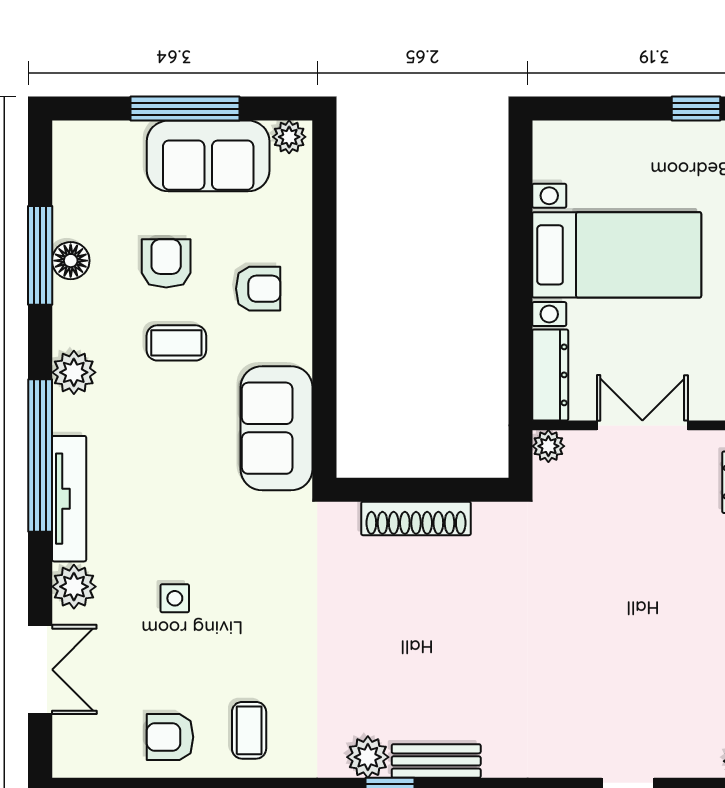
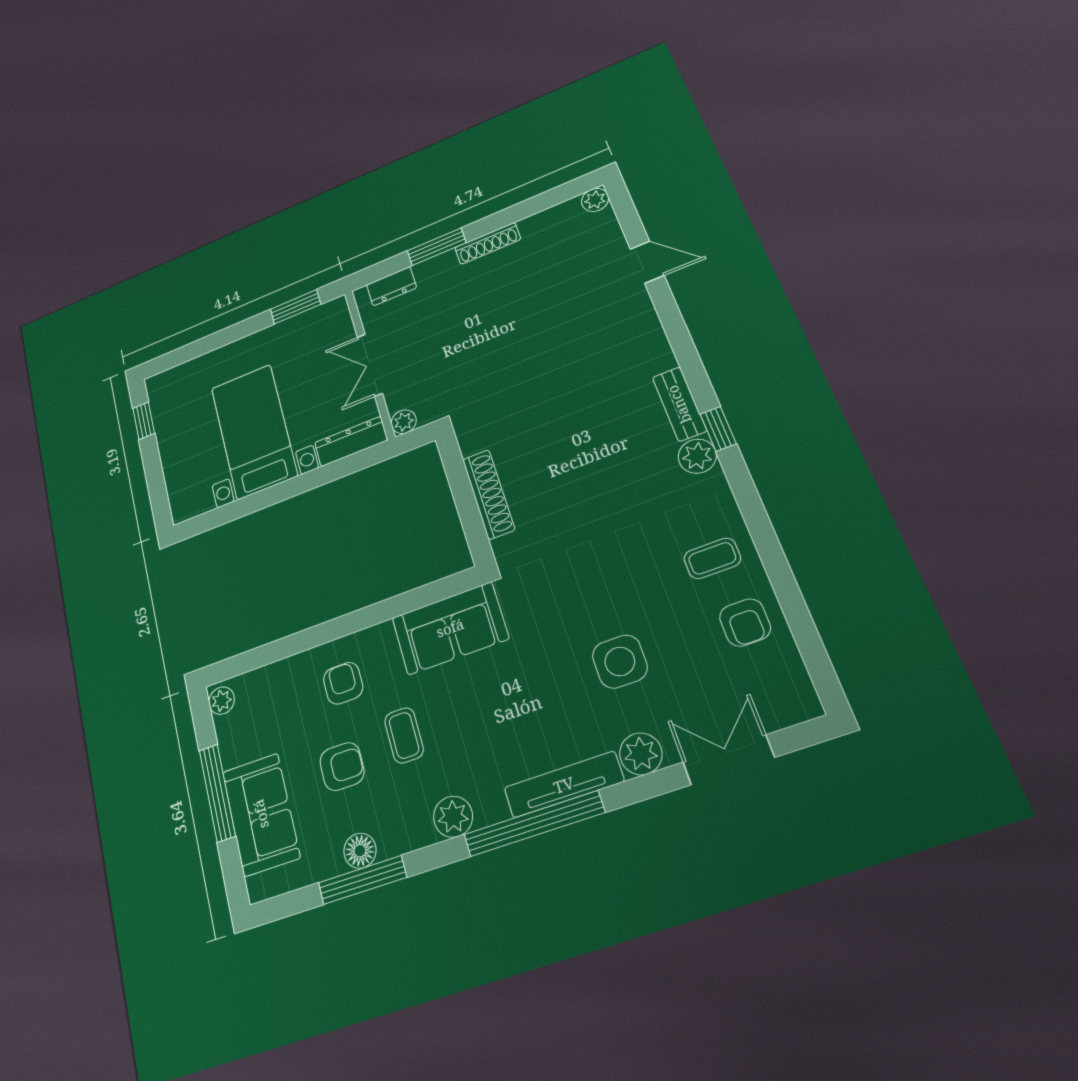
sofa: (208, 156) -> (261, 814), moved
armchair: (166, 263) -> (342, 766), turned 180
side table: (175, 598) -> (620, 661), width x1.87, depth x1.87

